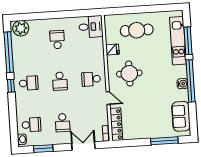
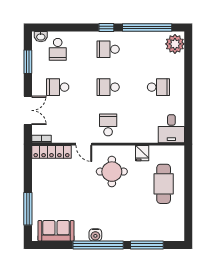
kitchen unit: (178, 41) -> (148, 233), removed
school desk: (29, 83) -> (108, 49), turned 90
door: (108, 98) -> (84, 144), hinge flipped

